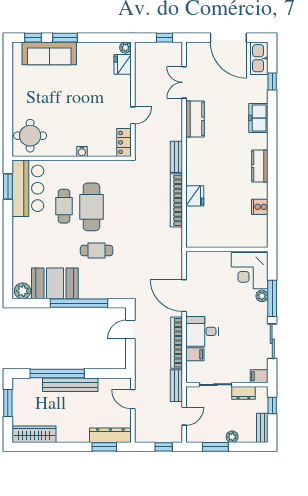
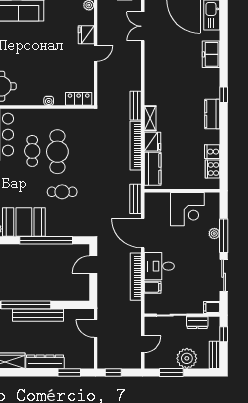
fridge: (123, 64) -> (86, 35), moved
double door: (184, 82) -> (143, 26), moved
window: (272, 82) -> (224, 95), moved
door: (133, 115) -> (96, 53), moved
freezer: (258, 118) -> (211, 54), moved
kitchen counter: (195, 119) -> (153, 169), moved
locker: (124, 142) -> (79, 99), moved, turned 90
shelving: (192, 171) -> (150, 118), added
cooker: (260, 226) -> (213, 169), added
corner desk: (250, 271) -> (187, 209), moved, turned -90
bench: (176, 386) -> (136, 199), moved
dresser: (110, 435) -> (45, 362), moved
plant: (232, 437) -> (187, 358), width x1.87, depth x1.87
window: (164, 447) -> (113, 372), moved

